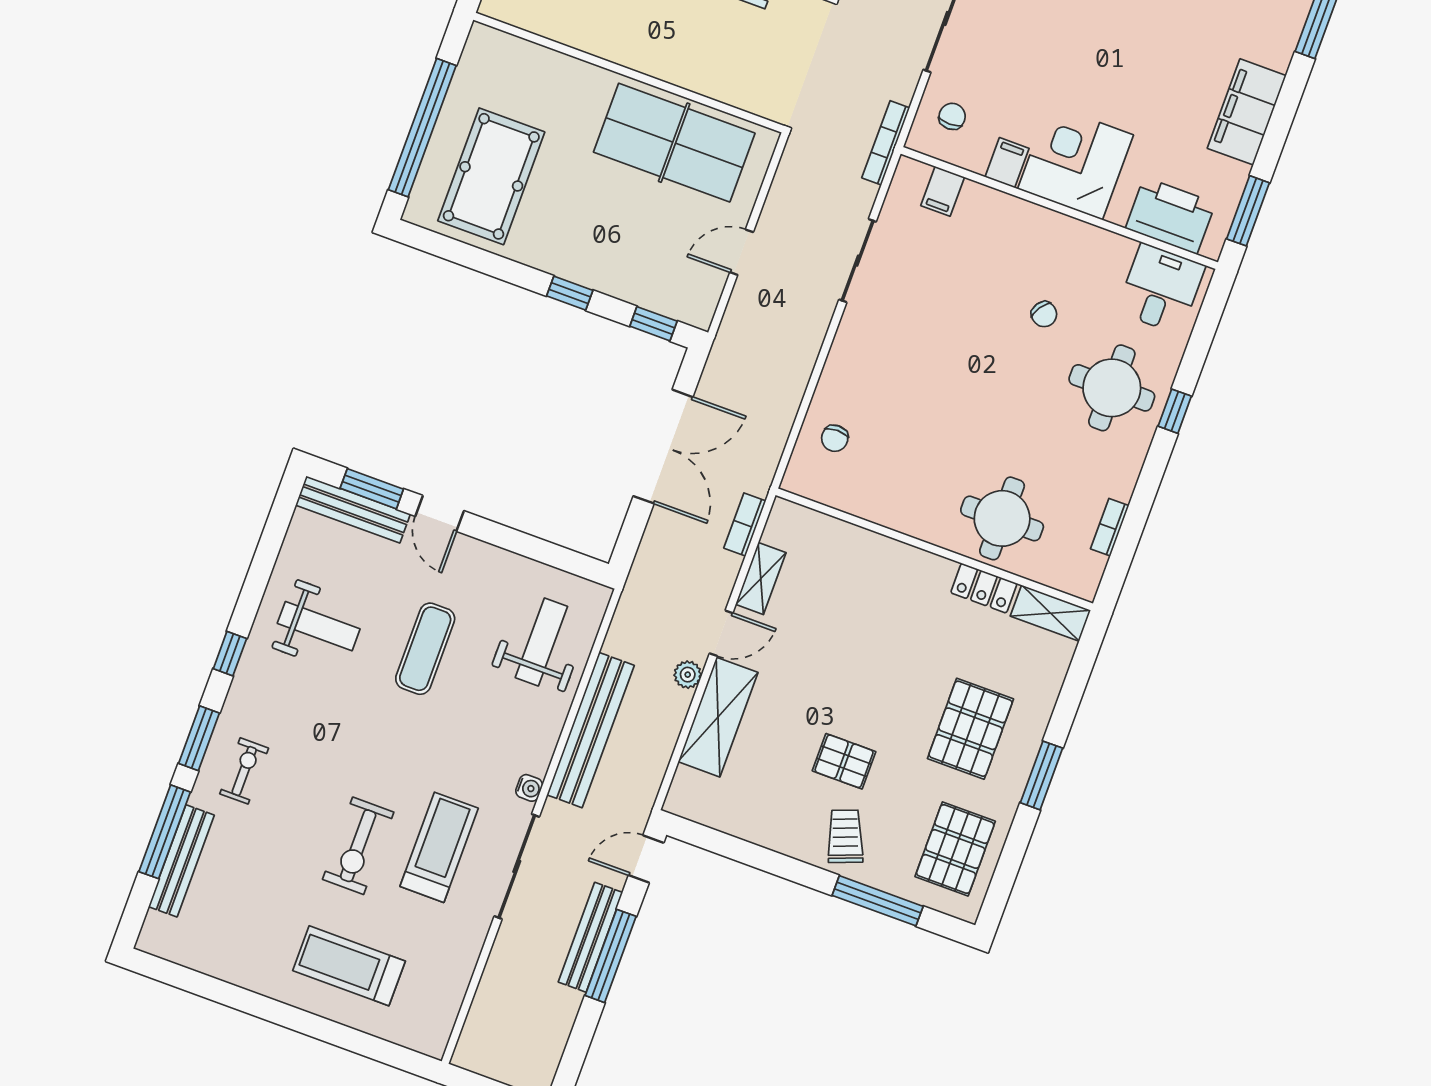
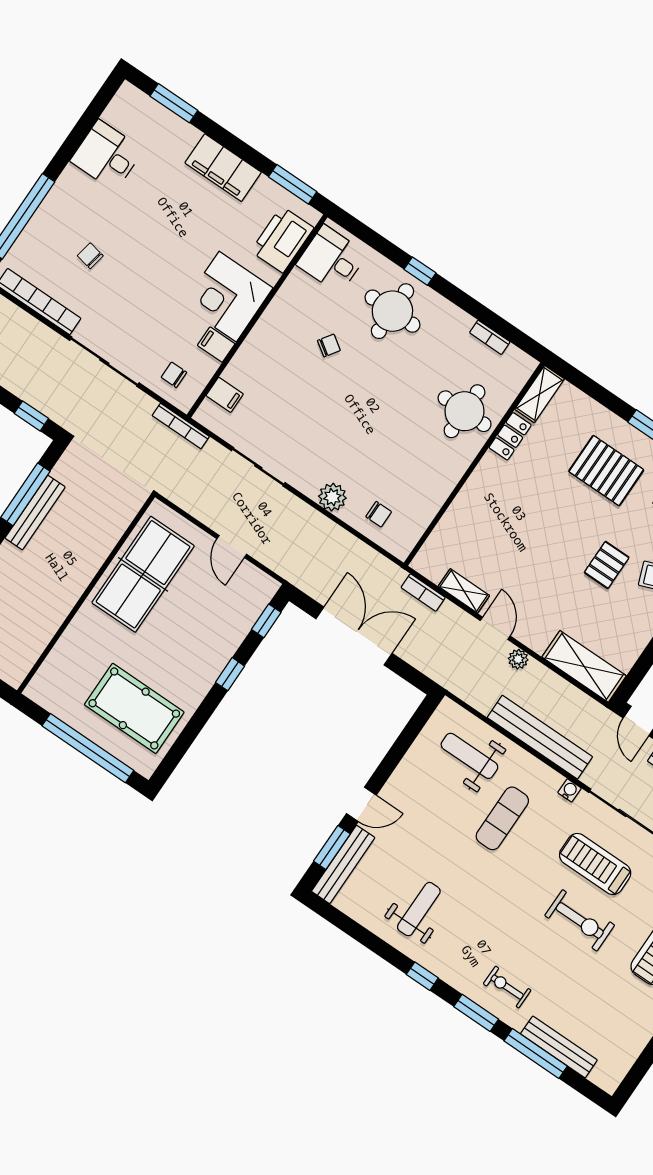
plant: (842, 370) -> (332, 497), added
exercise mat: (425, 649) -> (502, 818), moved, turned 90
shelving: (718, 717) -> (584, 666), moved

